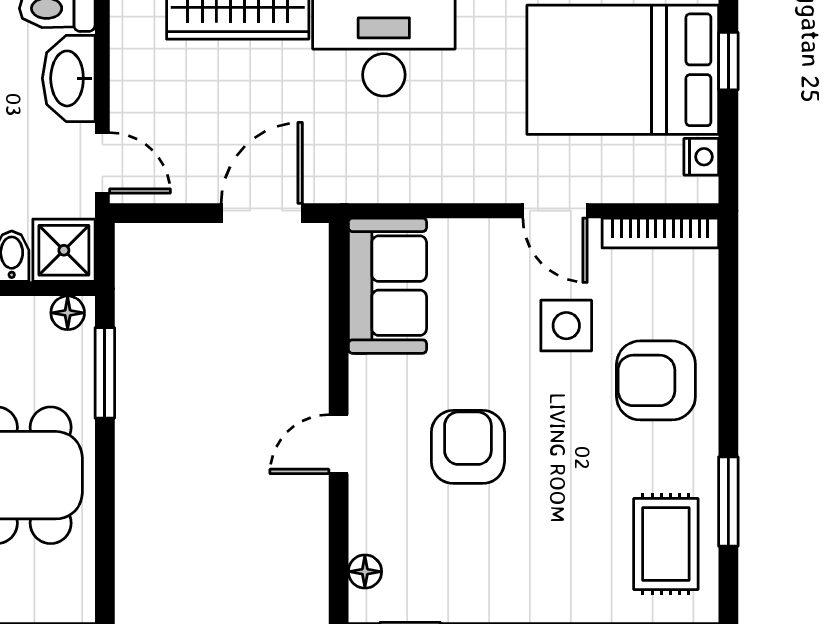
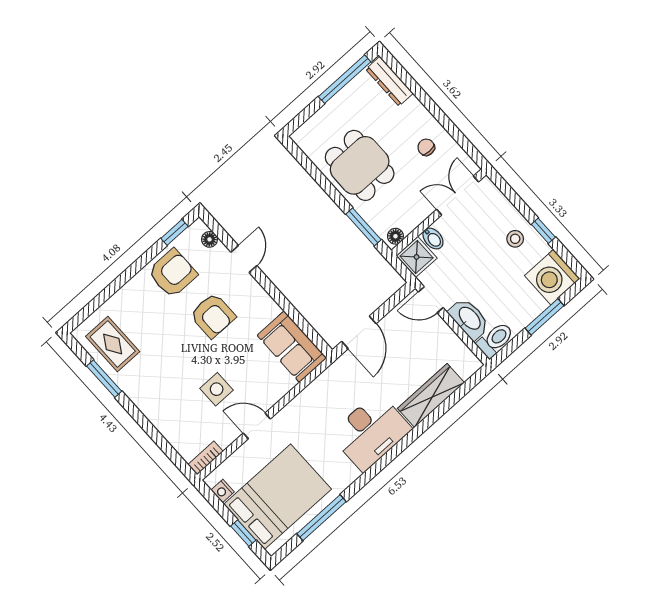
bookcase: (660, 233) -> (205, 458), width x0.64
armchair: (656, 380) -> (172, 273), moved
door: (339, 444) -> (244, 259), moved

